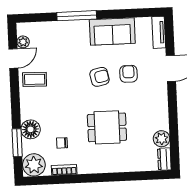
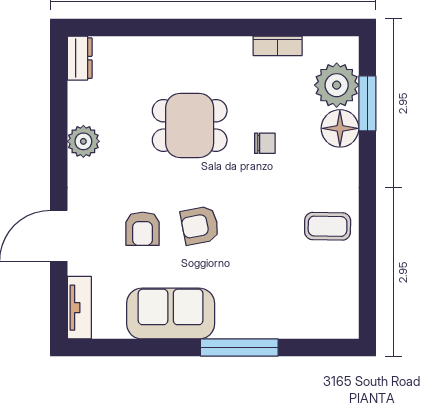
plant: (23, 42) -> (347, 301), removed
door: (13, 59) -> (367, 269), removed
plant: (162, 139) -> (83, 141), moved
chair: (62, 143) -> (265, 143), moved
plant: (34, 165) -> (337, 85), moved

